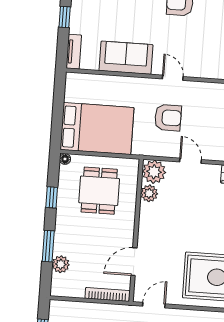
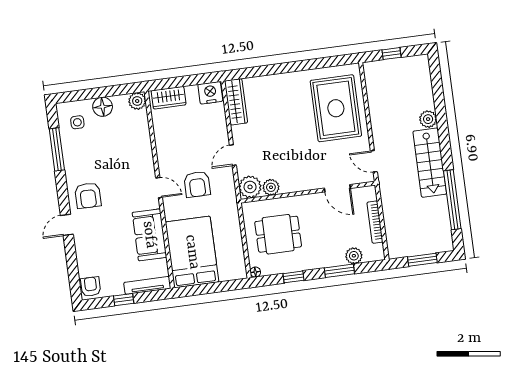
tv unit: (74, 52) -> (147, 285), width x1.41
door: (173, 78) -> (159, 188), swing flipped
armchair: (168, 118) -> (197, 184), turned 180
bed: (97, 129) -> (192, 252), moved
bookcase: (107, 294) -> (375, 222), moved

